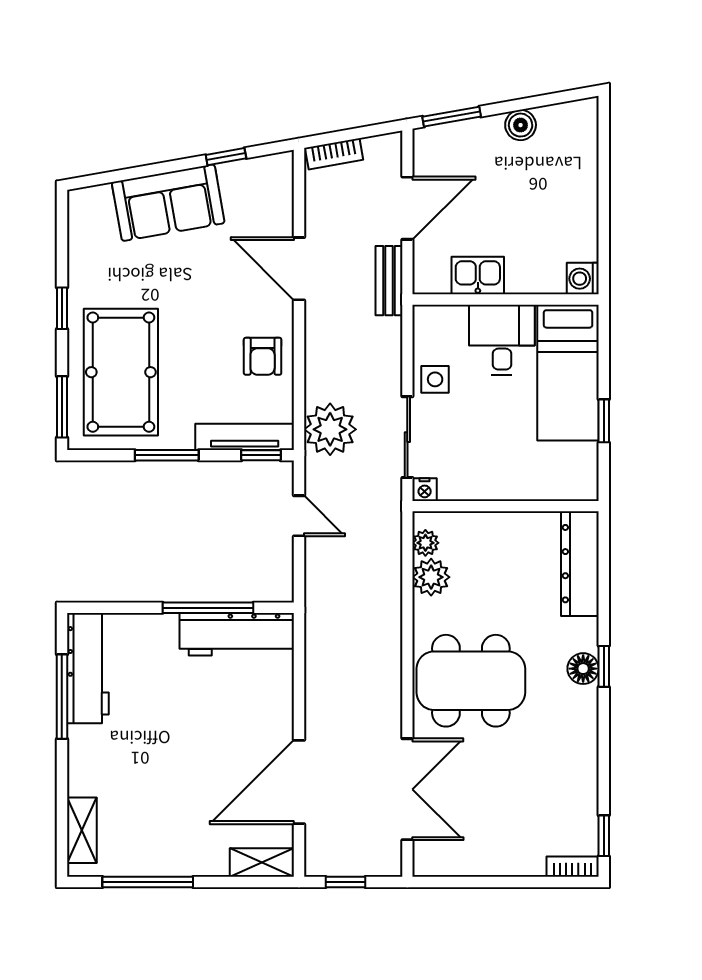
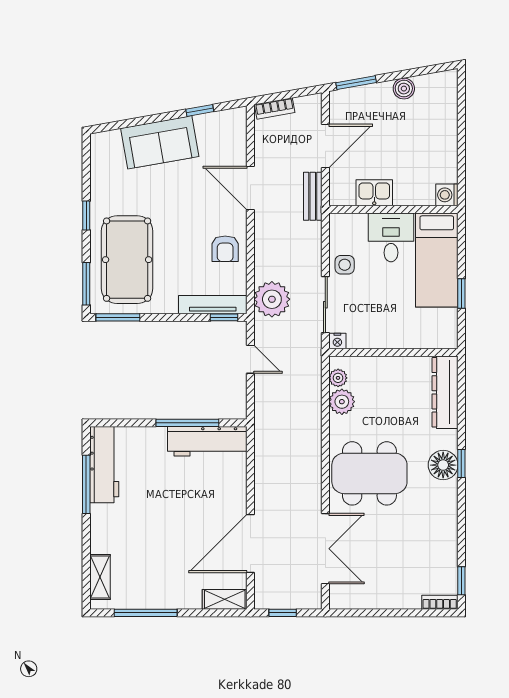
window: (167, 455) -> (118, 317), moved
floor lamp: (583, 669) -> (443, 465), width x1.38, depth x1.38

